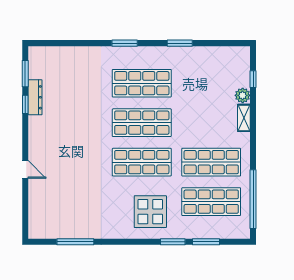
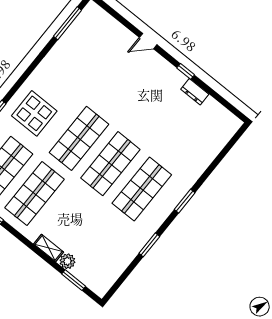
window: (25, 74) -> (224, 102), removed
window: (253, 79) -> (74, 280), width x1.50
dresser: (35, 97) -> (195, 92), width x0.70
window: (25, 104) -> (186, 71), moved
window: (75, 242) -> (67, 23), moved

